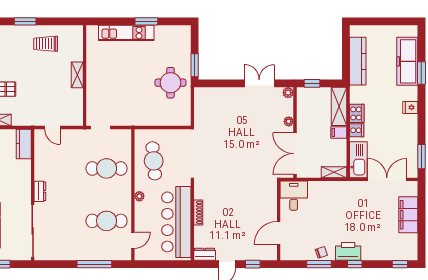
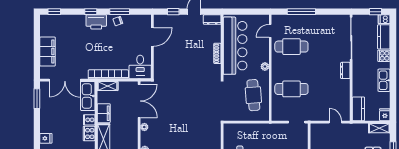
filing cabinet: (339, 133) -> (104, 113), width x2.00
bookcase: (333, 187) -> (108, 74), added

